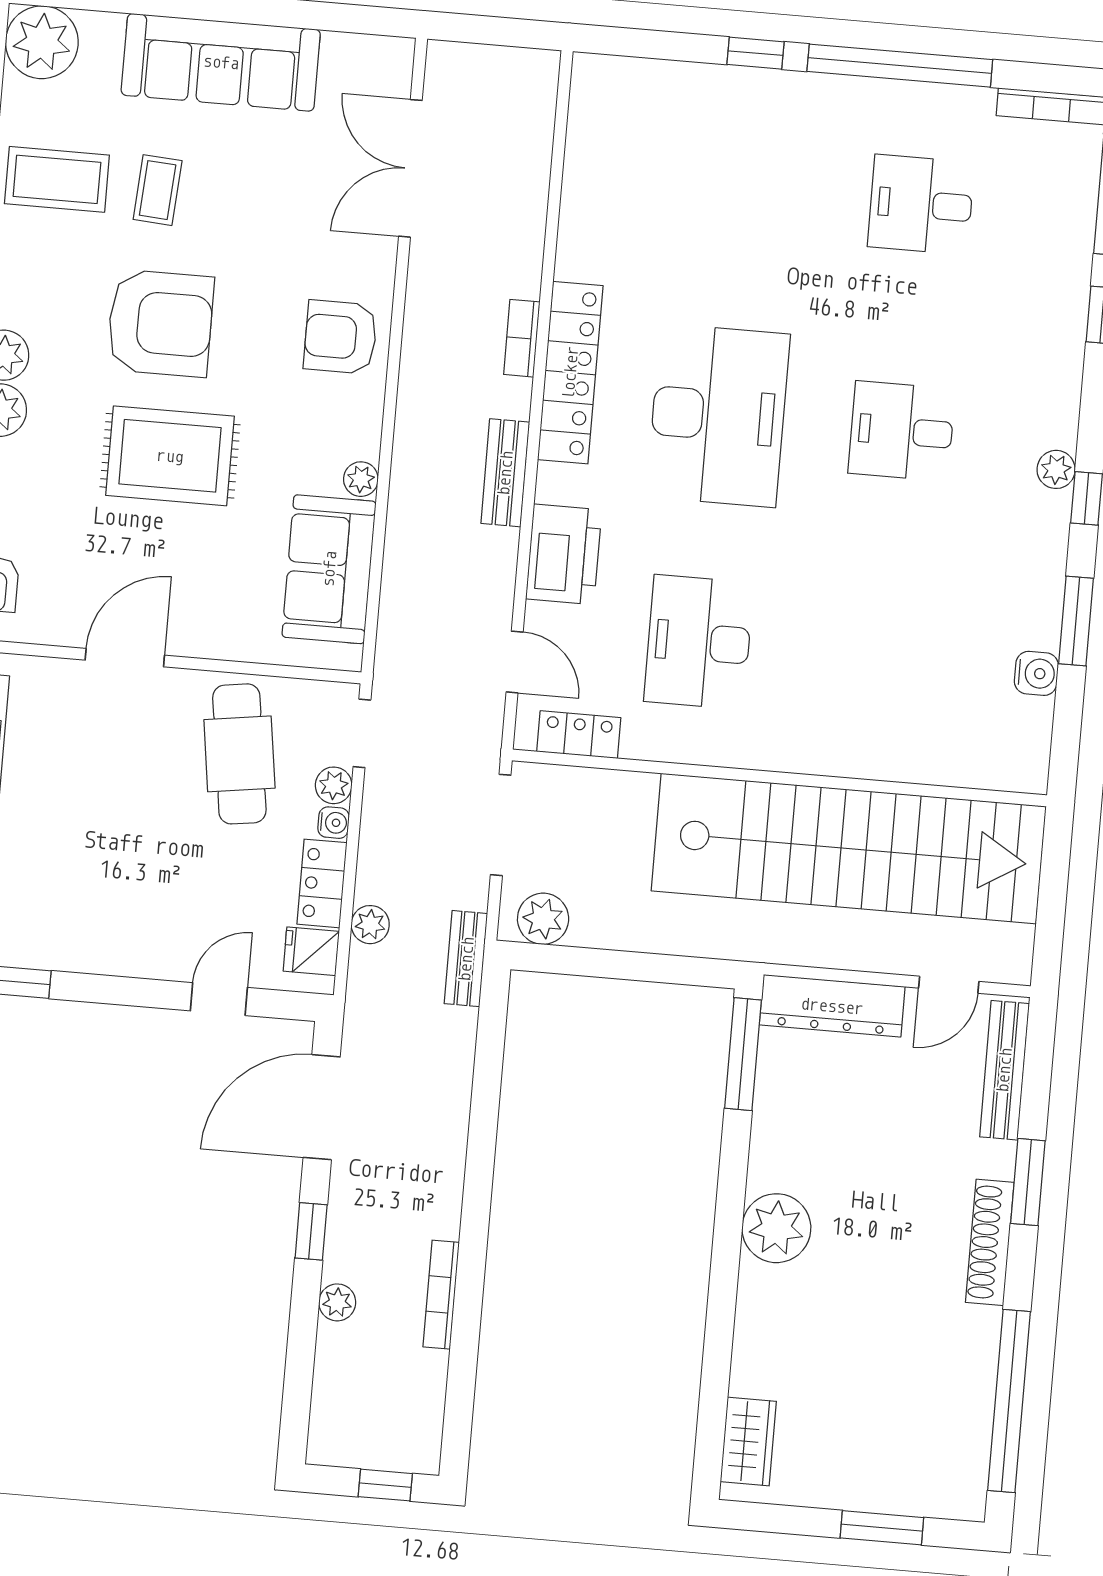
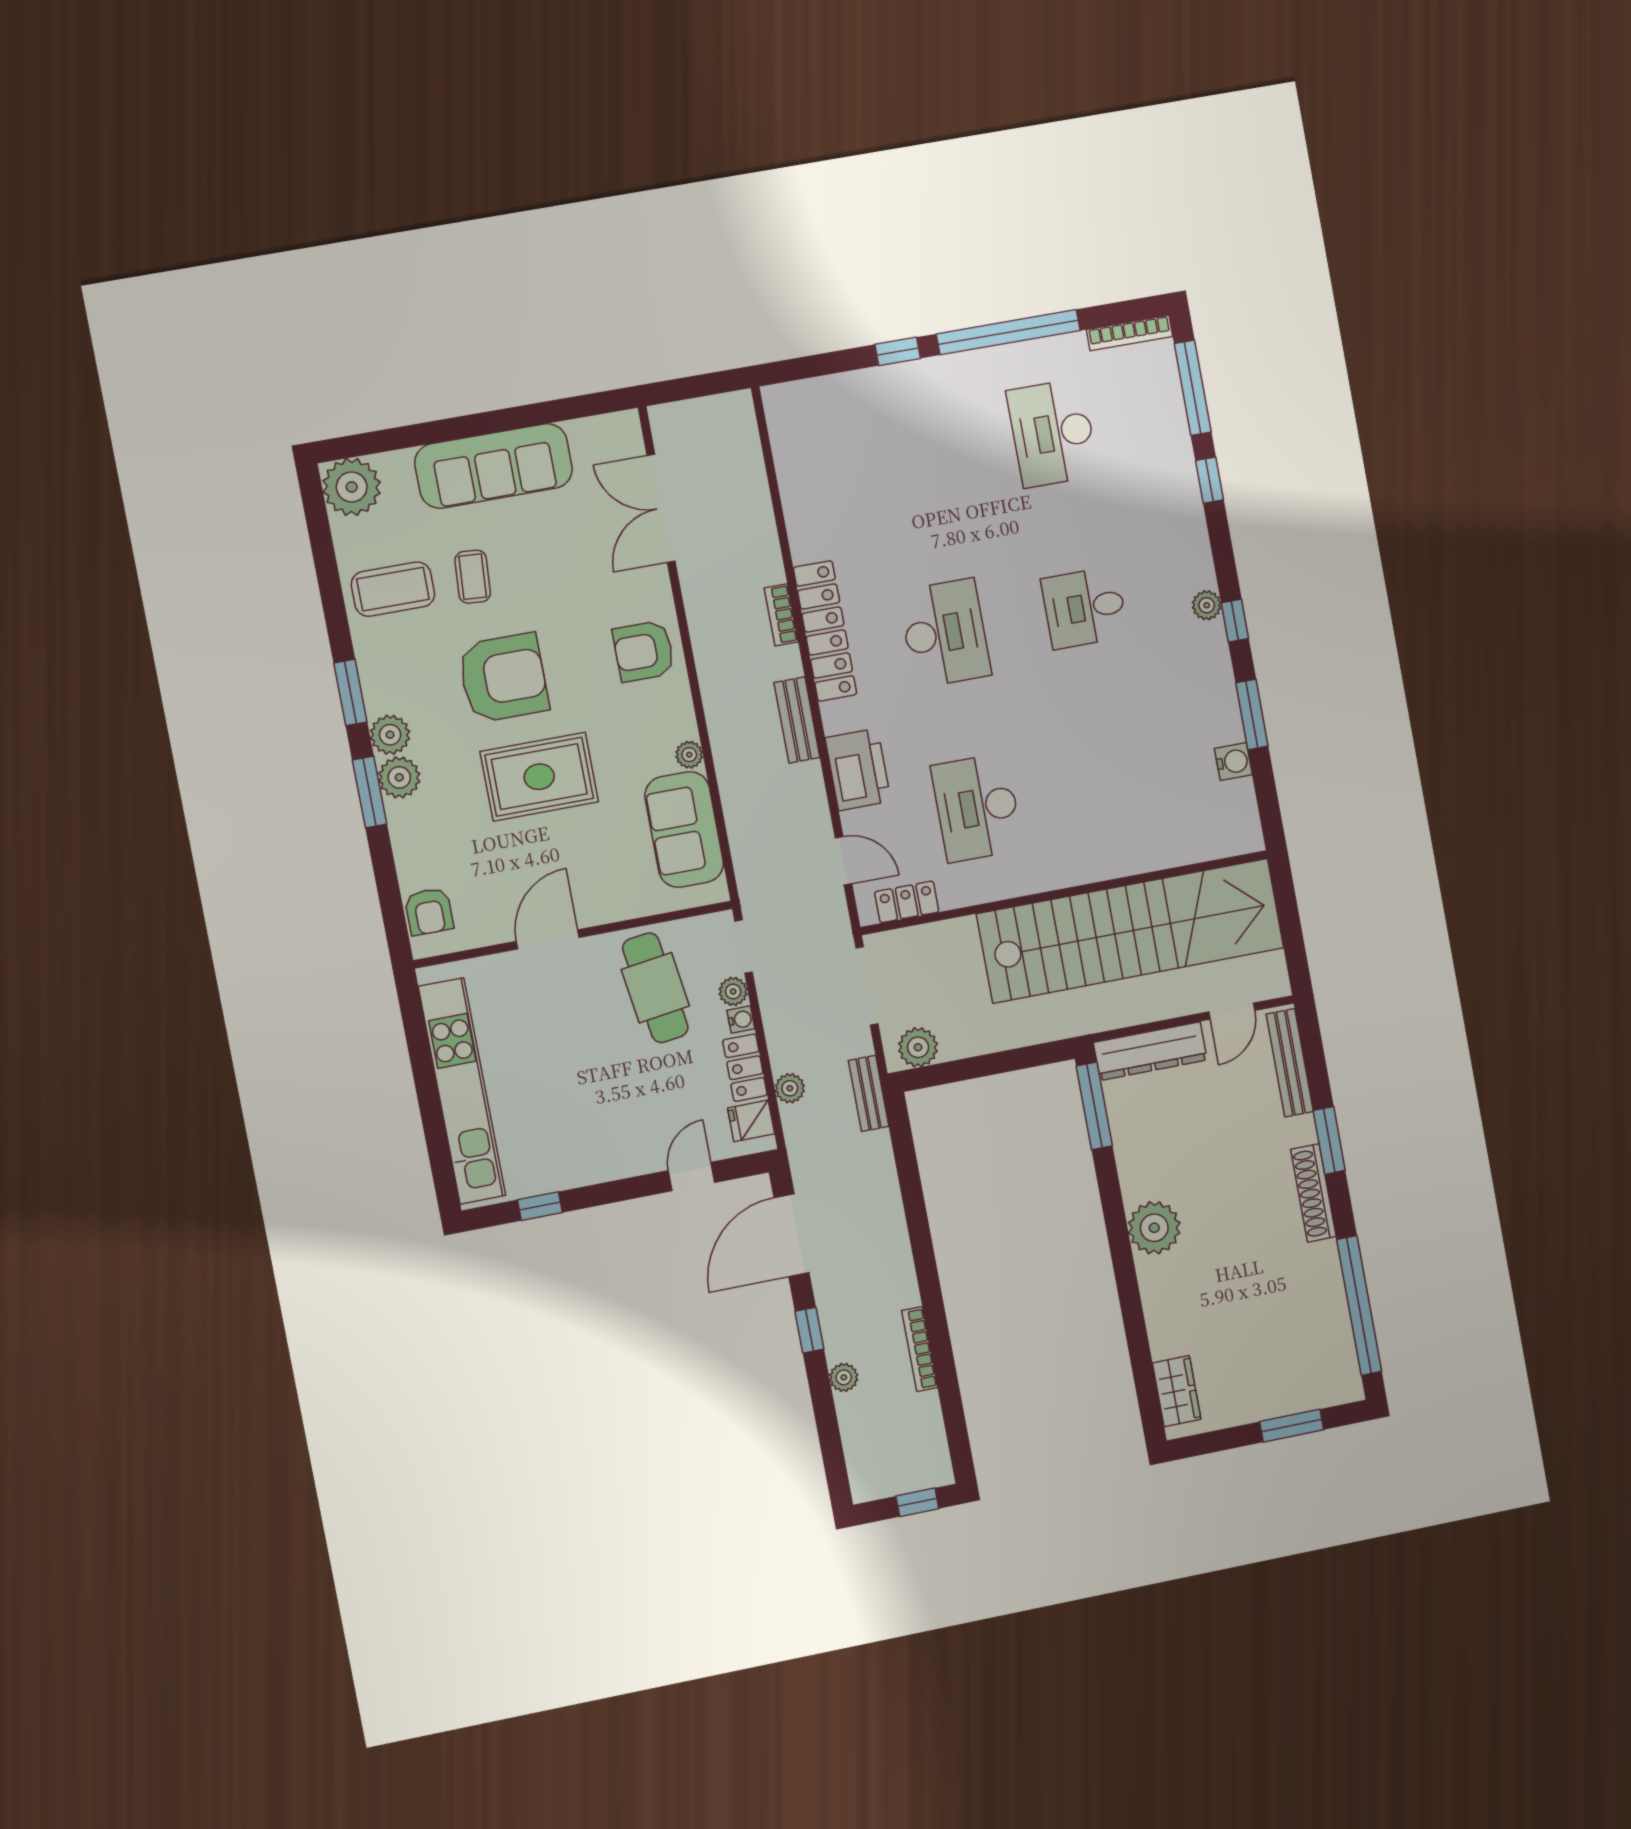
desk: (921, 204) -> (1053, 433), width x1.37
desk: (718, 415) -> (945, 633), width x0.73, depth x0.77

